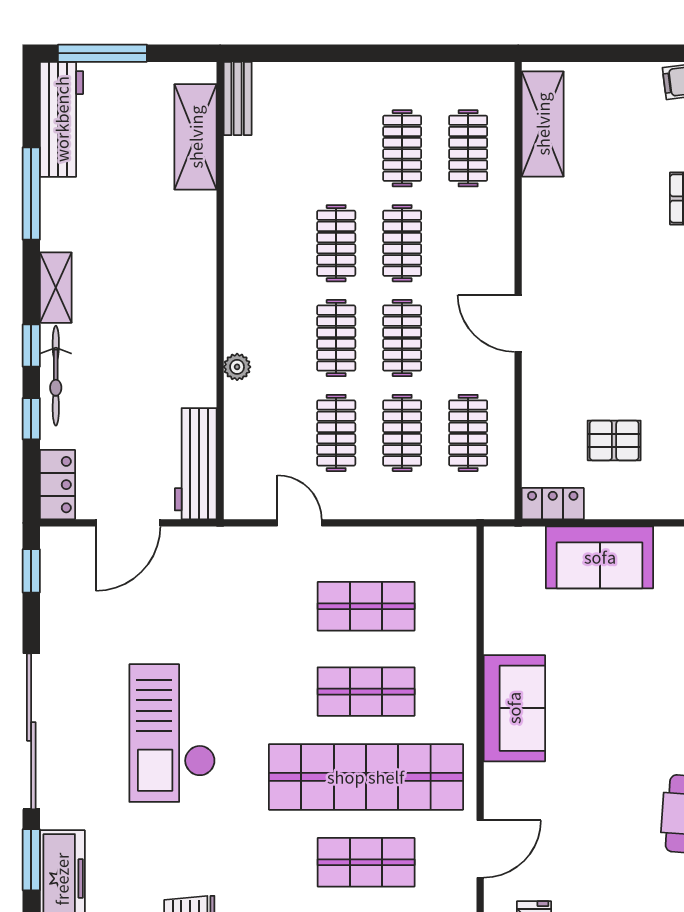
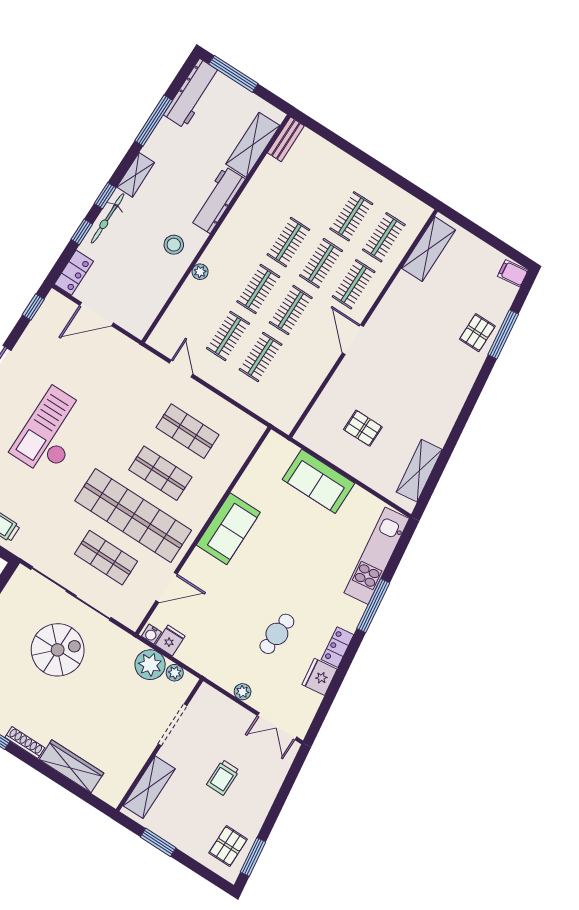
stool: (175, 352) -> (174, 245), added
clothes rail: (468, 433) -> (354, 284), moved
workbench: (196, 464) -> (217, 200), moved
locker: (553, 504) -> (312, 440), removed

